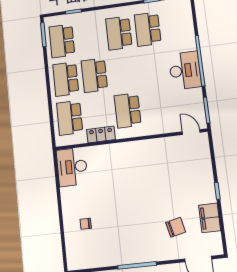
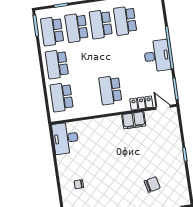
school desk: (94, 75) -> (76, 28), moved
locker: (101, 134) -> (141, 103), moved
filing cabinet: (210, 218) -> (134, 120), moved, turned -90

